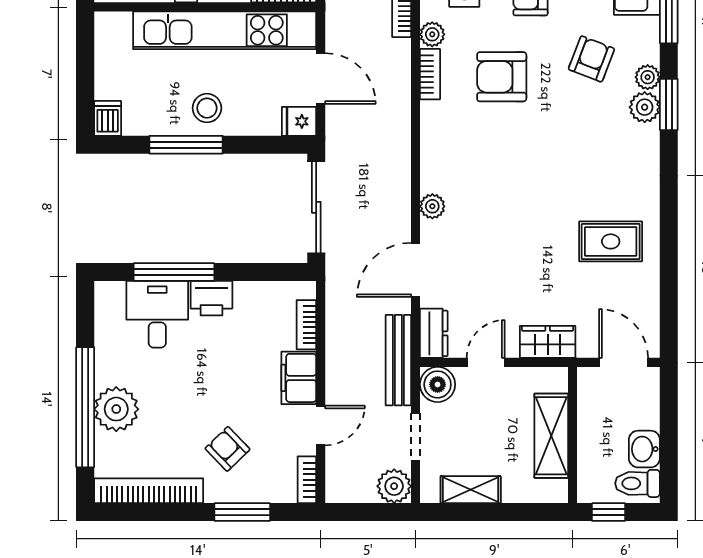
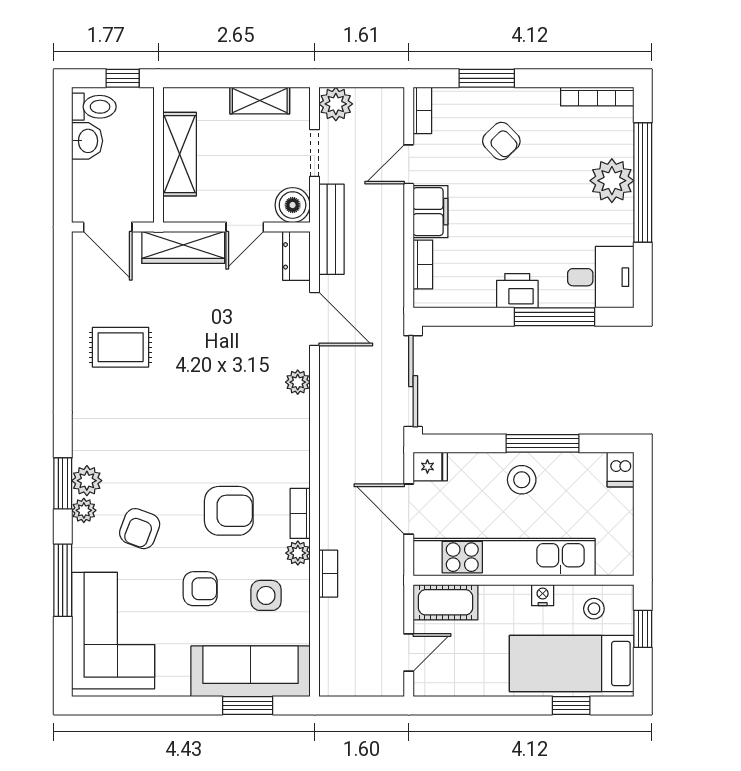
door: (415, 270) -> (314, 319), hinge flipped
desk: (157, 314) -> (601, 277), moved, turned -90
wardrobe: (548, 342) -> (183, 247), width x1.50
bookcase: (149, 491) -> (597, 96), width x0.68, depth x0.76

